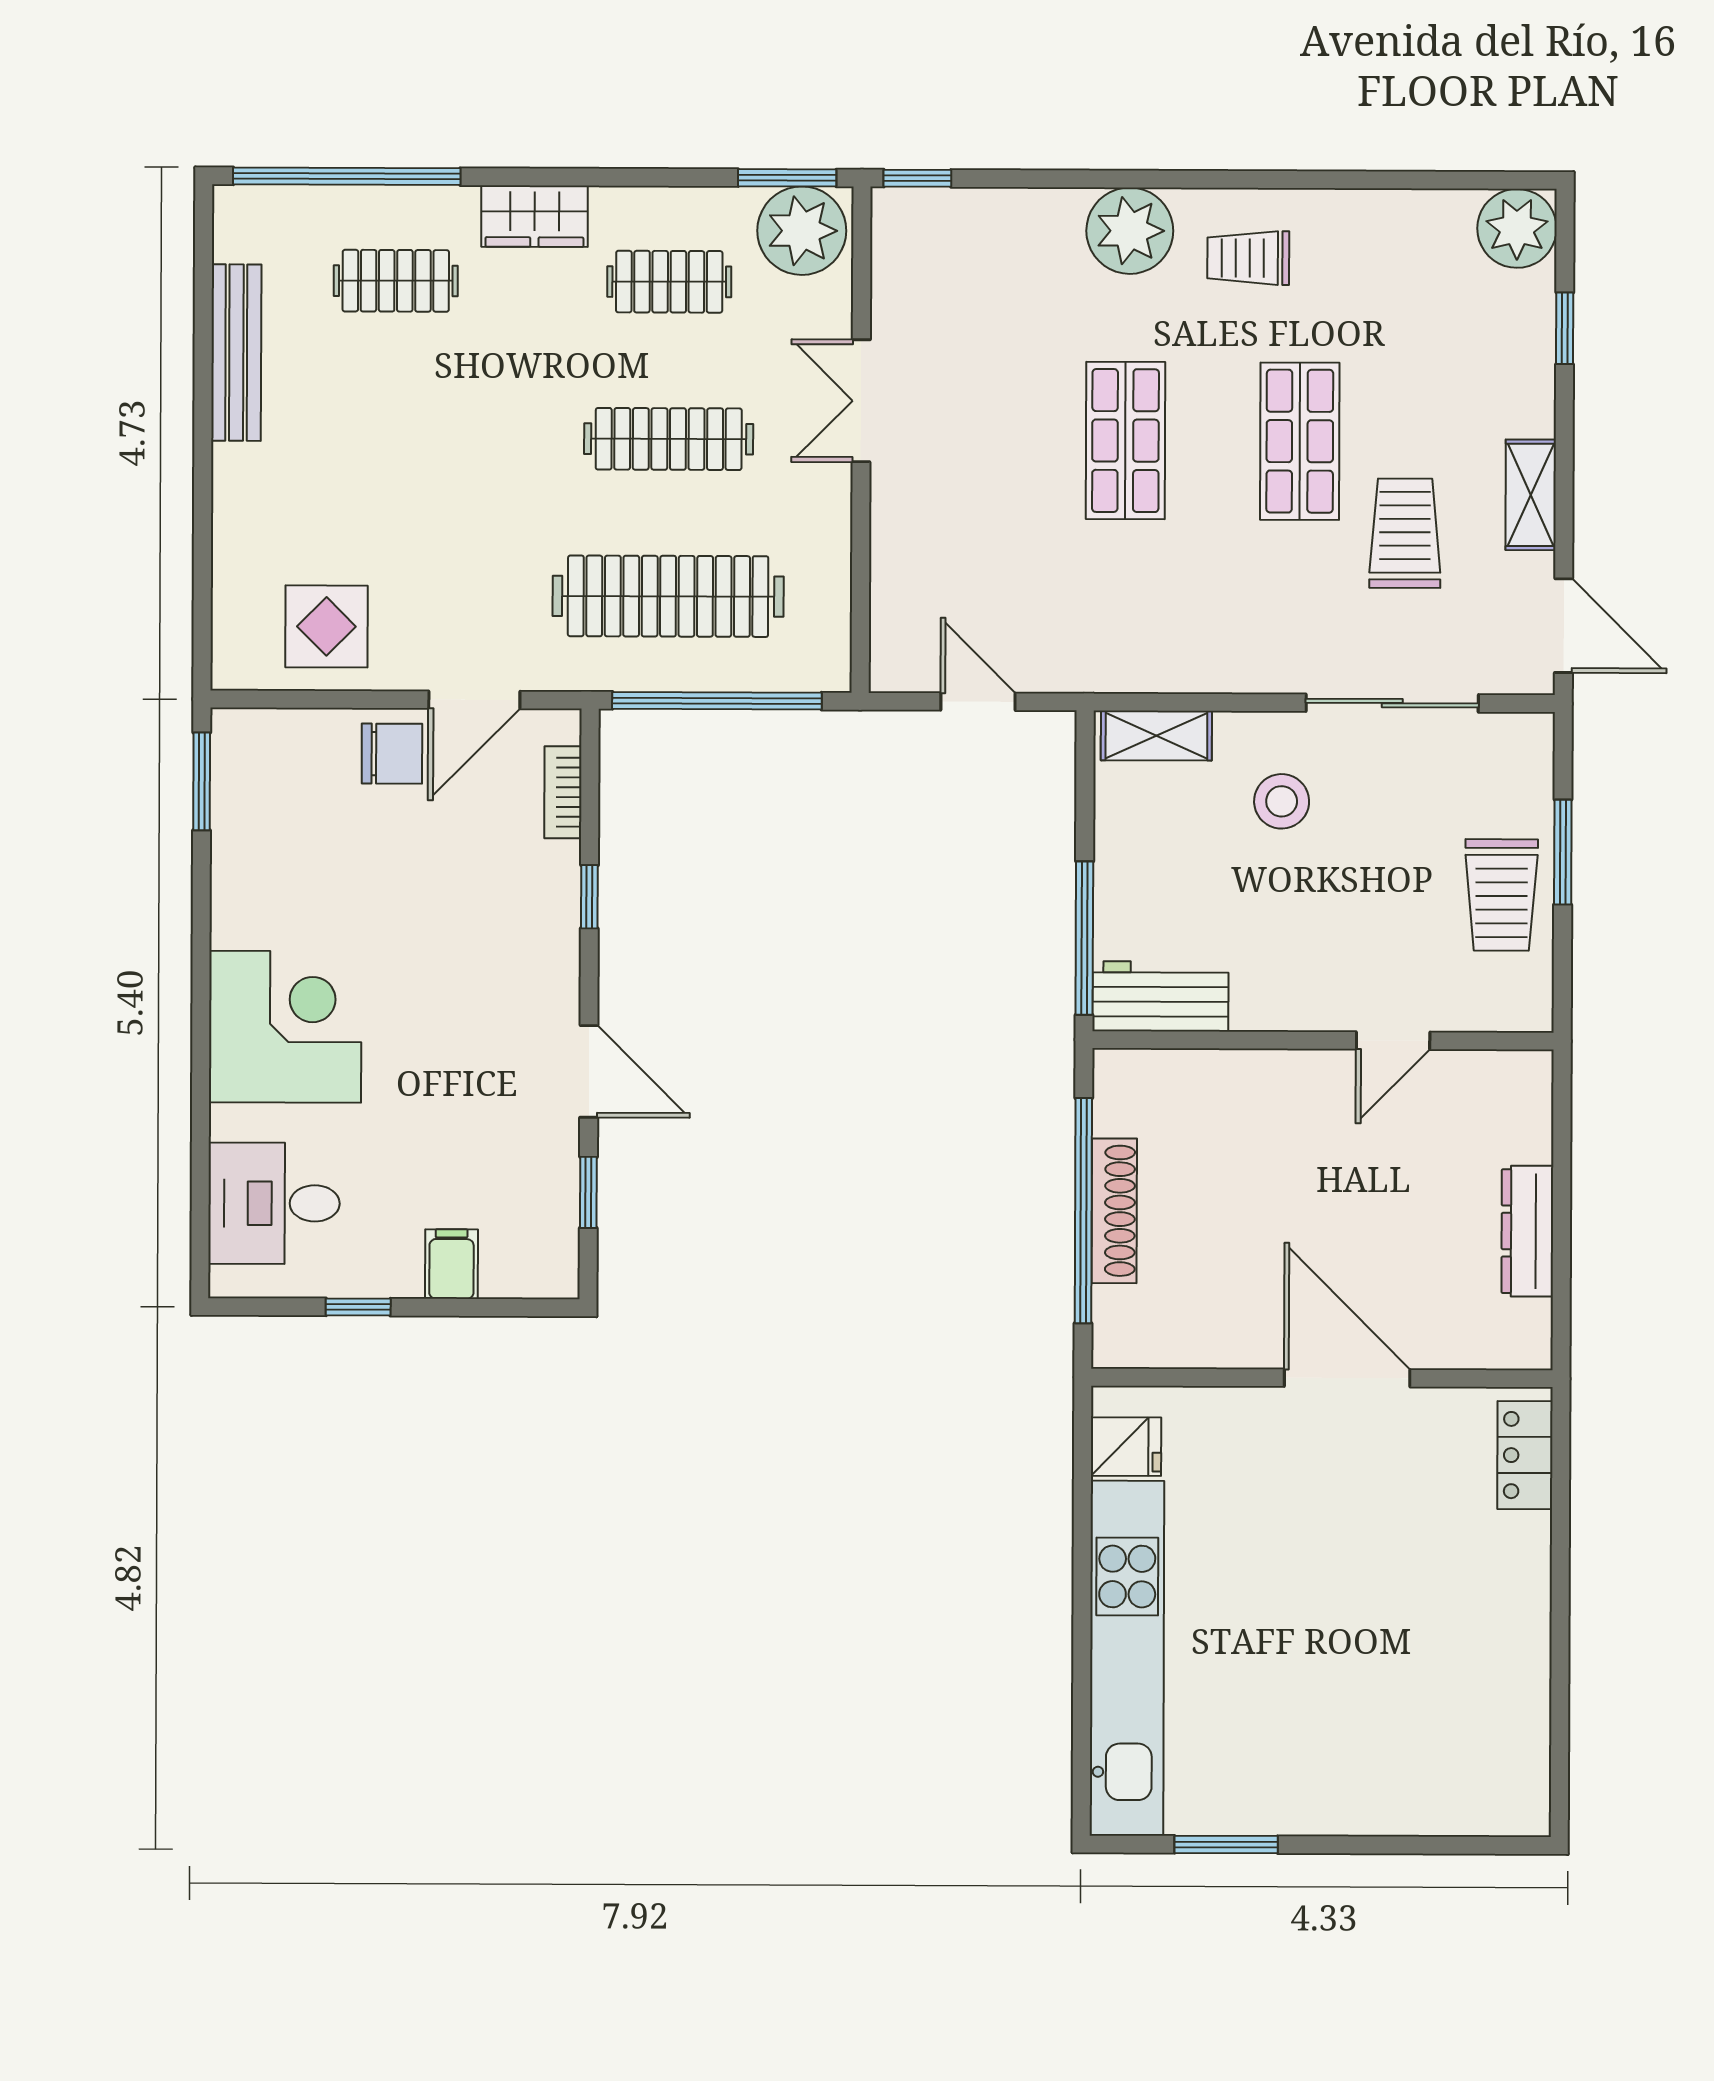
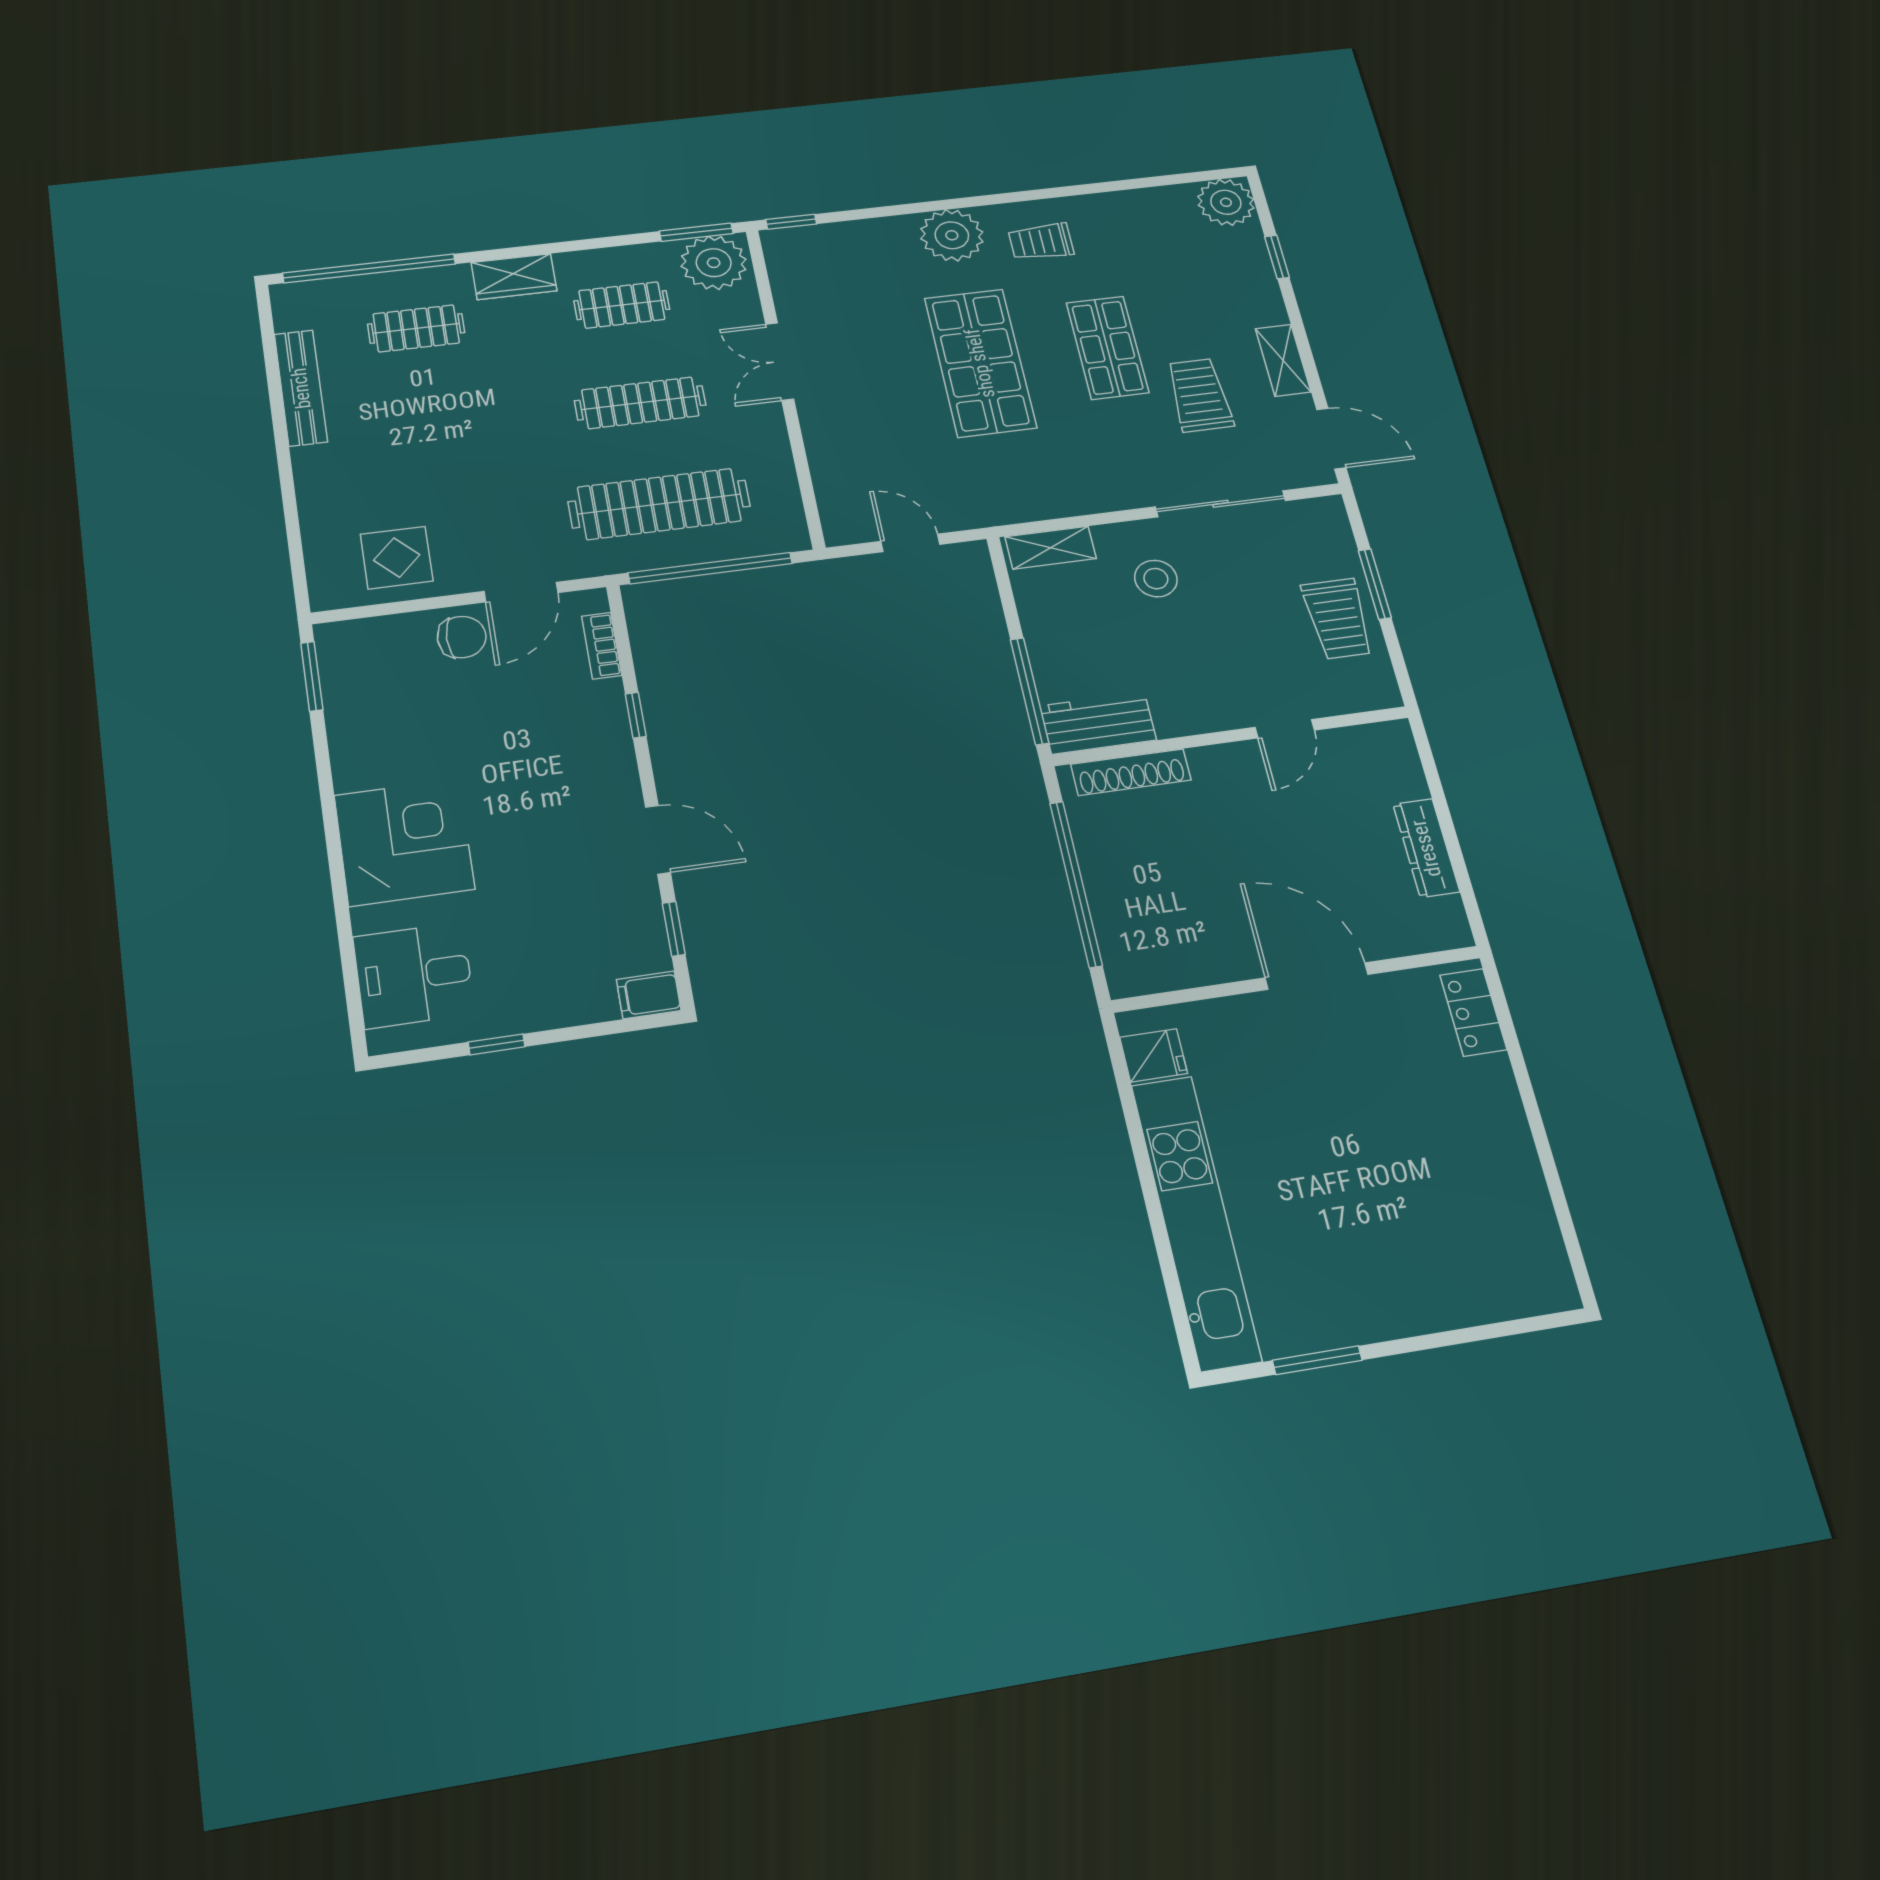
shop shelf: (1125, 441) -> (980, 363), width x1.43, depth x1.36
shoe rack: (1114, 1211) -> (1131, 772), moved, turned 90
filing cabinet: (451, 1264) -> (649, 995), moved, turned -90

